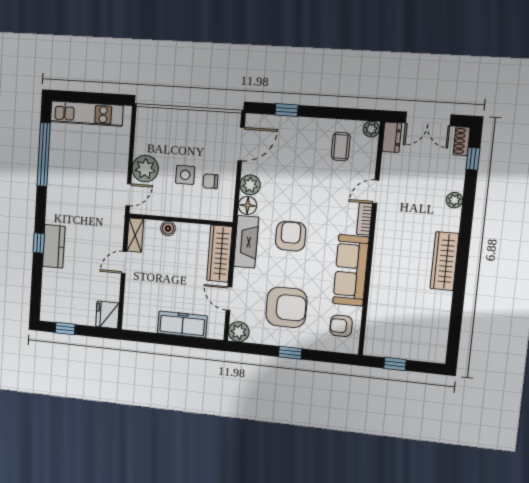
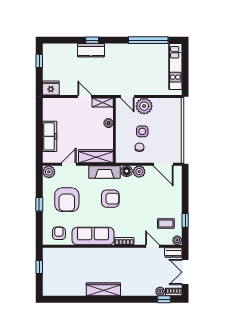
window: (287, 110) -> (185, 220), moved
door: (376, 192) -> (153, 246), moved
plant: (454, 200) -> (160, 291), moved

